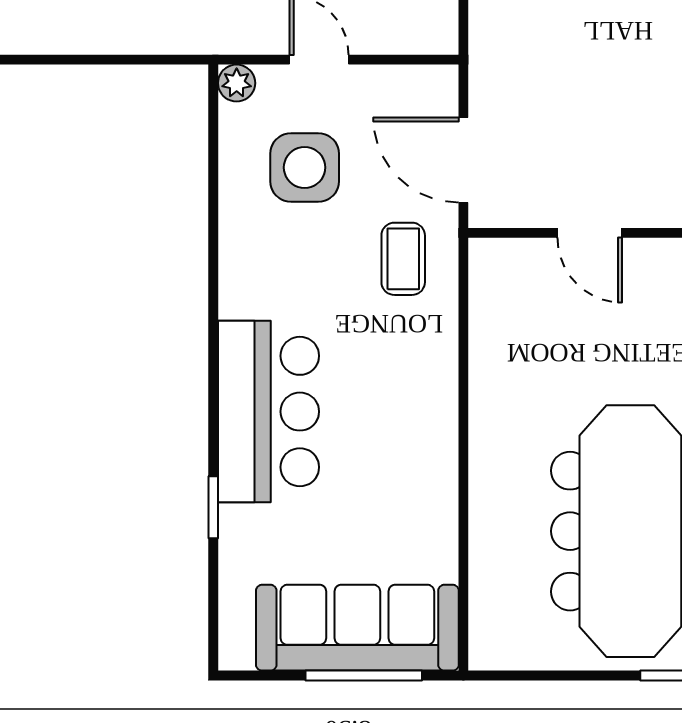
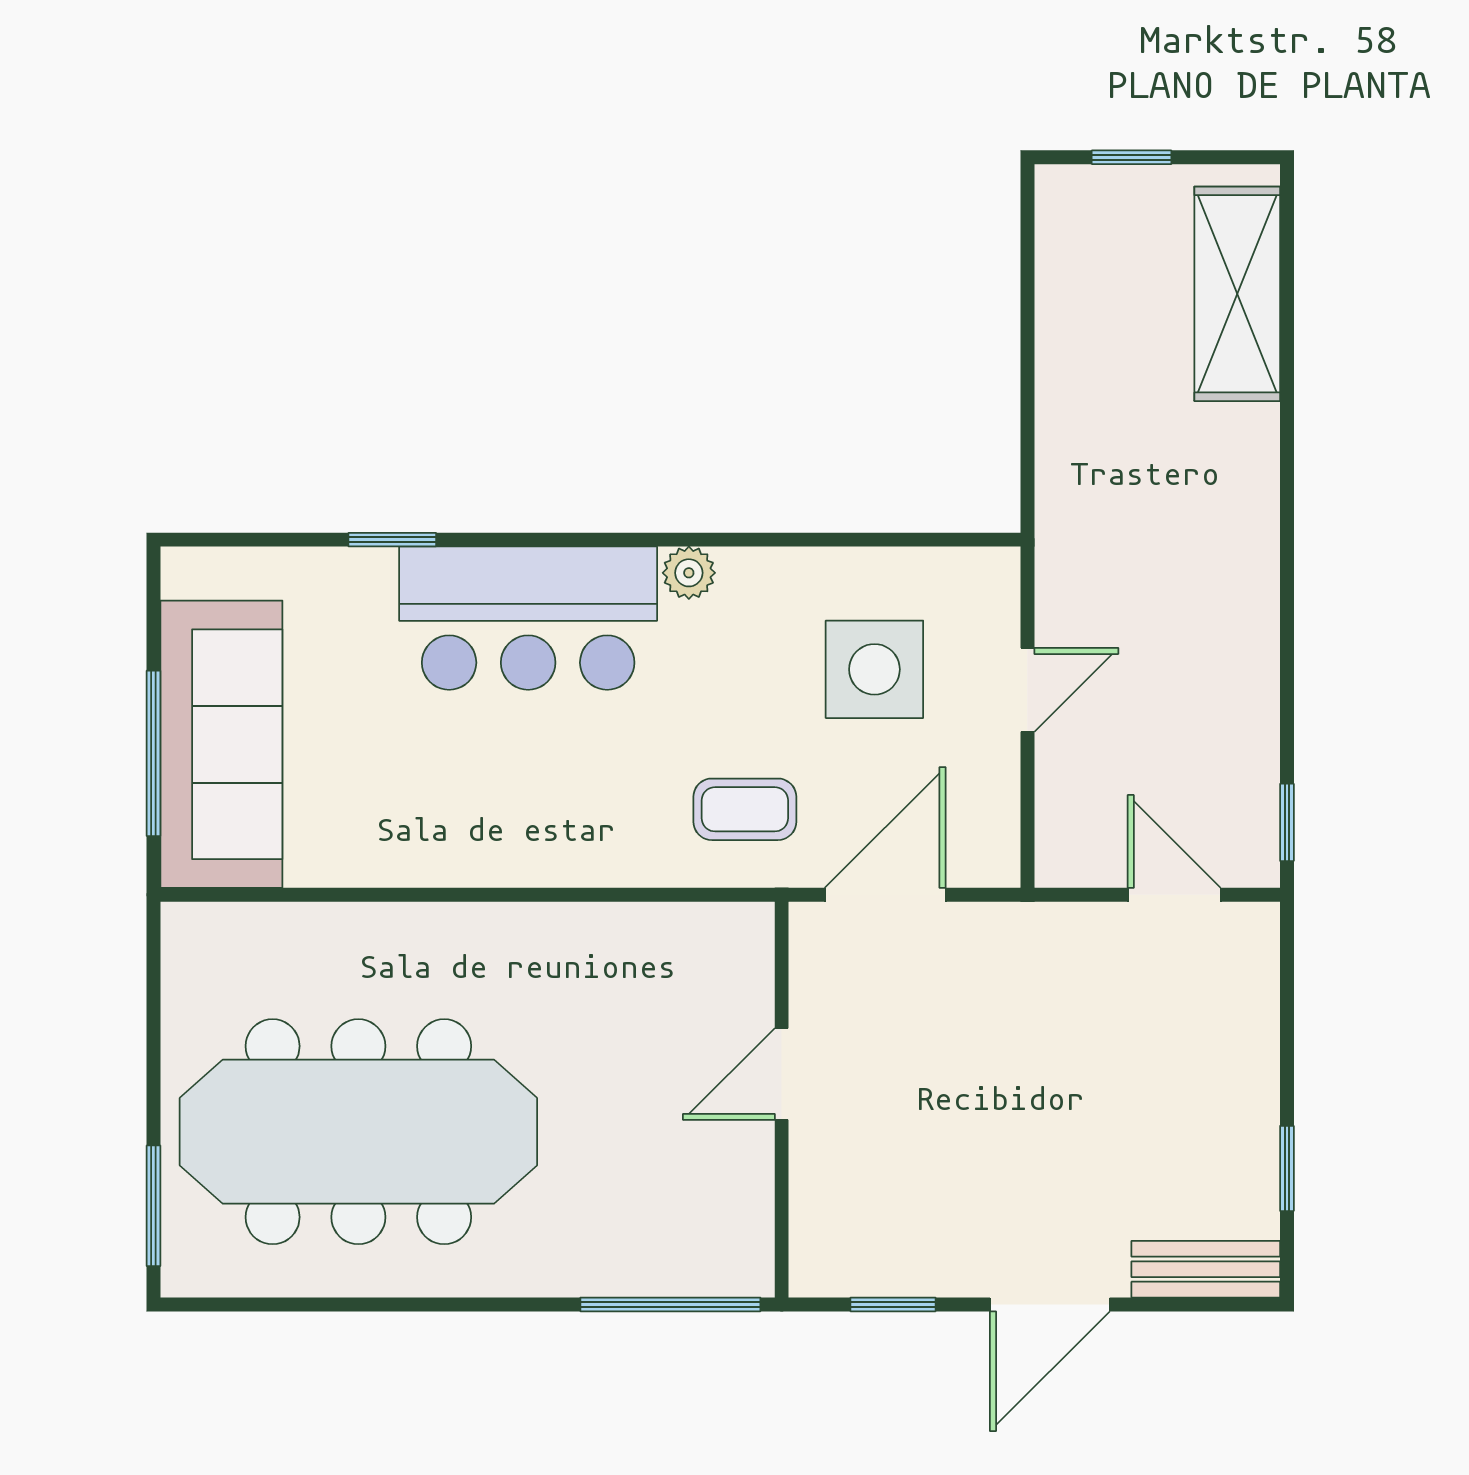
plant: (237, 83) -> (689, 573), moved

